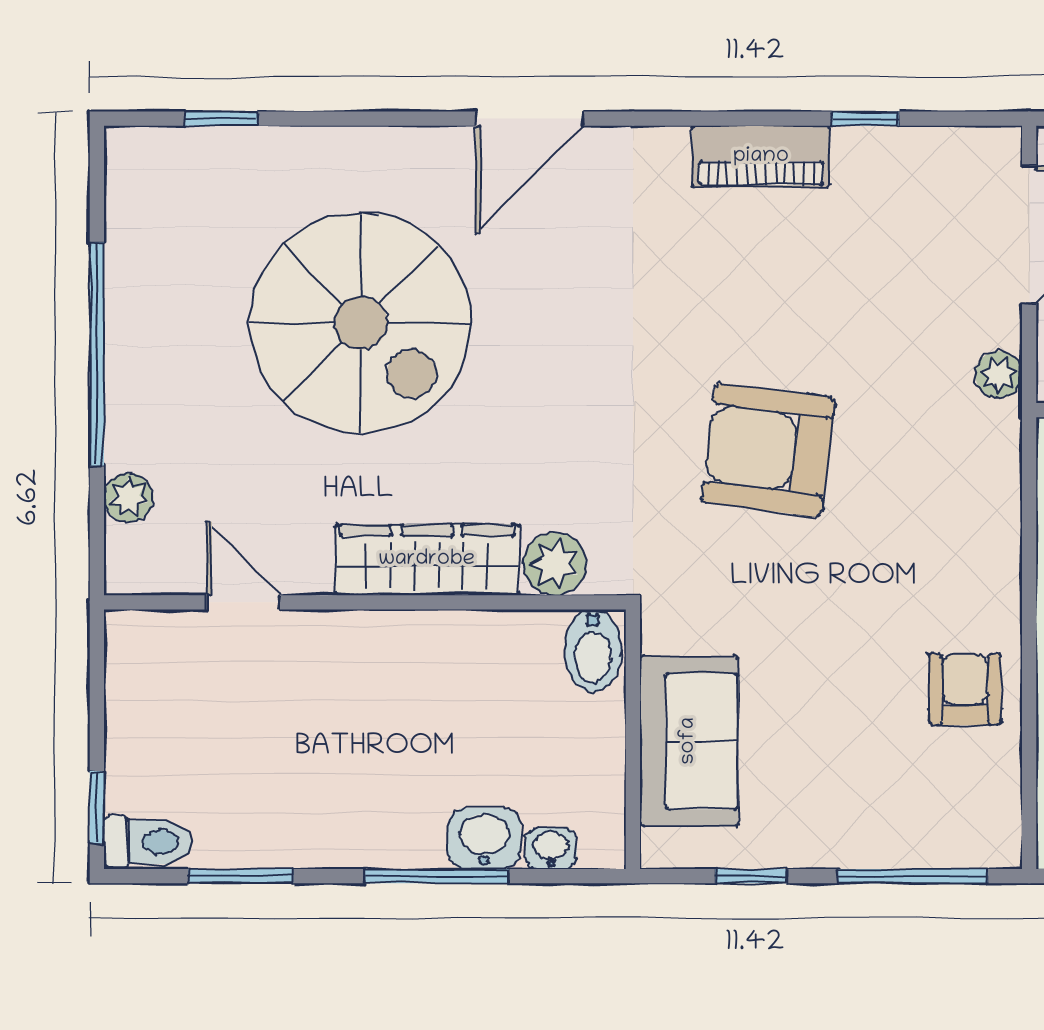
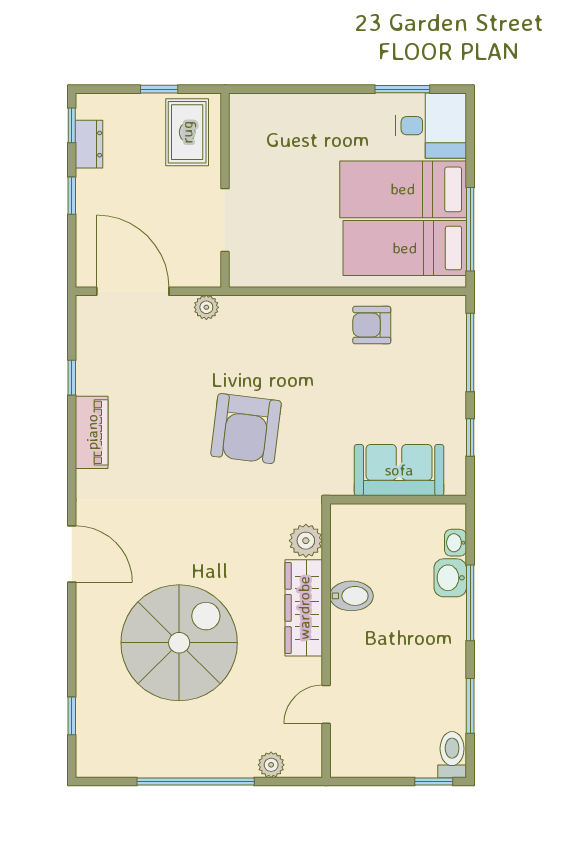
bidet: (593, 651) -> (351, 596), moved

